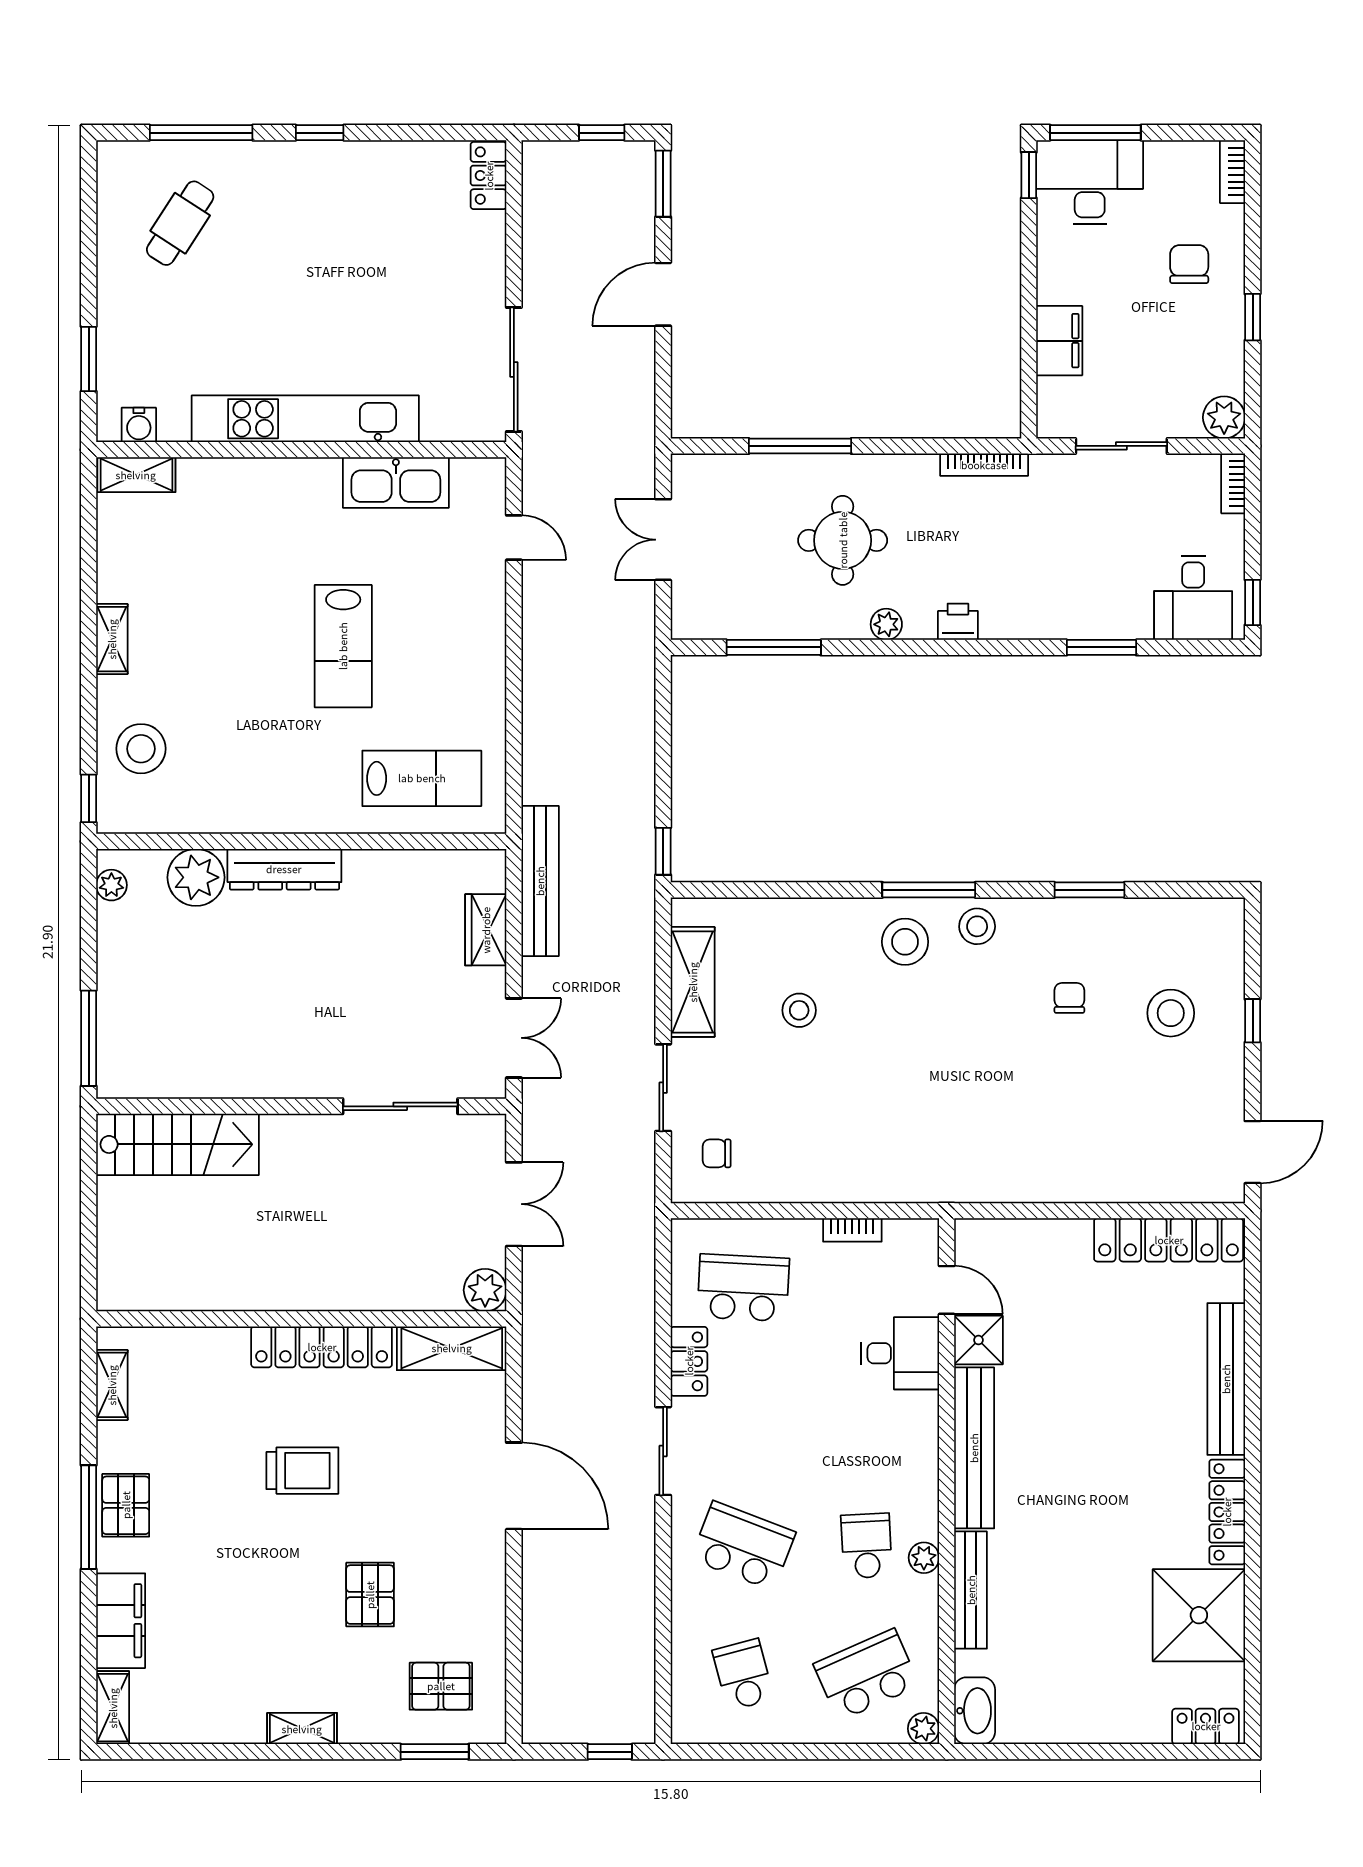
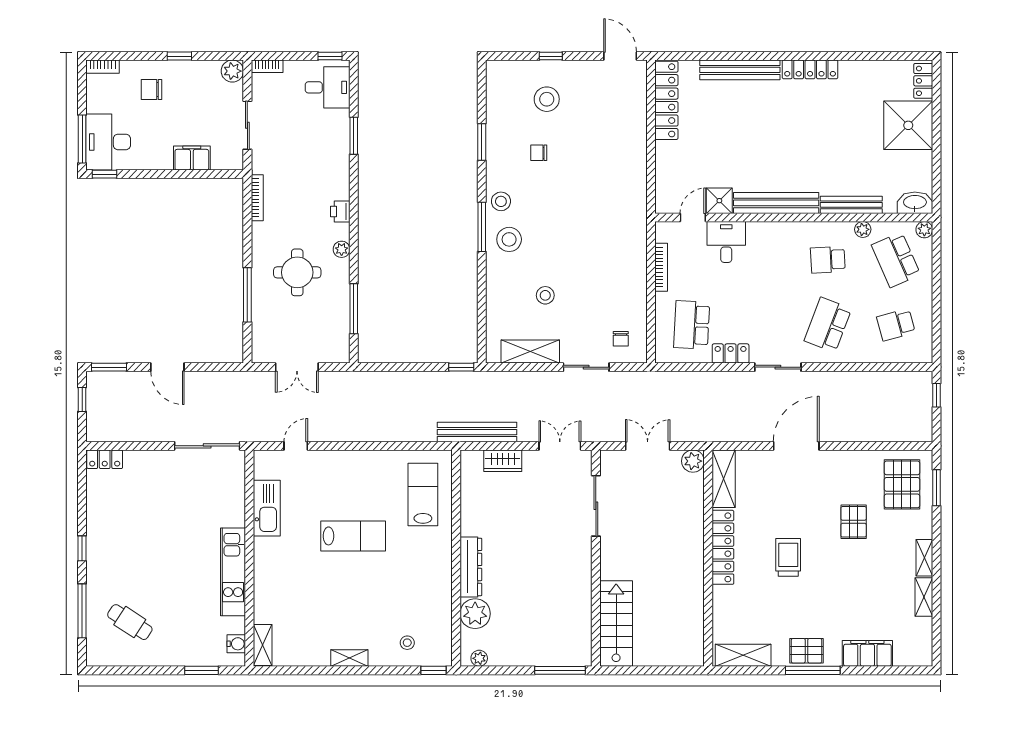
kitchen unit: (305, 419) -> (233, 572), width x0.73
stool: (141, 749) -> (407, 643), width x0.53, depth x0.53
bookcase: (852, 1230) -> (661, 267), width x1.56
shelving: (112, 1385) -> (743, 655), width x1.50, depth x1.33
plant: (924, 1558) -> (863, 229), moved
pallet: (370, 1595) -> (854, 522), turned 90
shower: (1199, 1615) -> (908, 125), moved
pallet: (441, 1686) -> (902, 484), width x1.50, depth x1.42
shelving: (113, 1708) -> (924, 597), moved, turned 90

